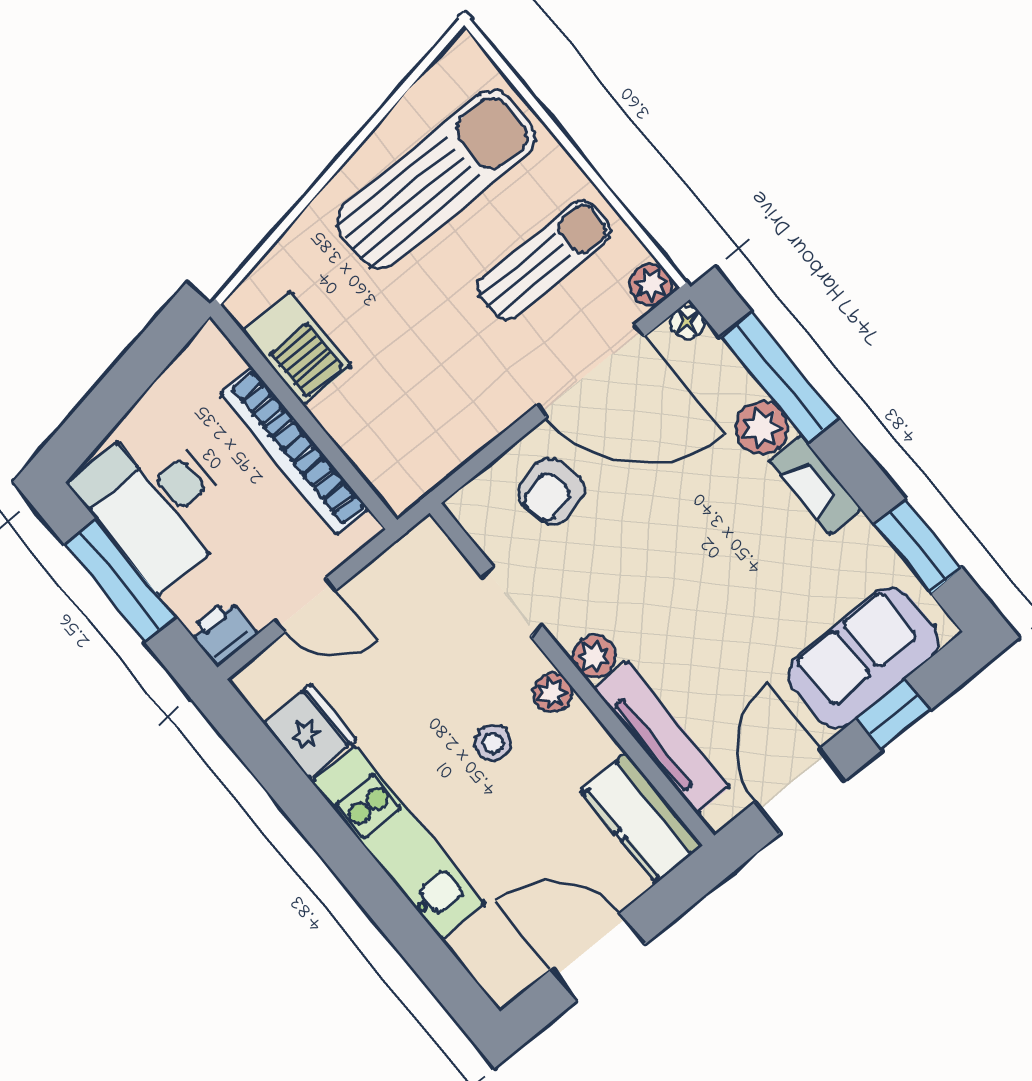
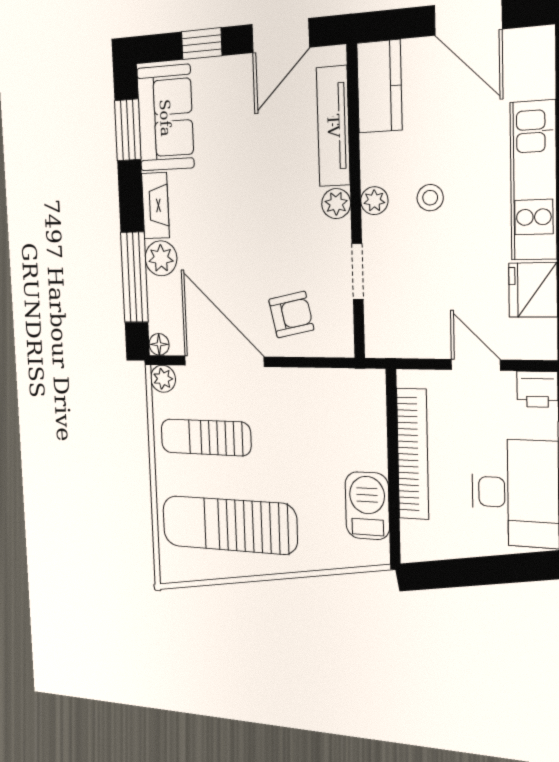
sofa: (864, 658) -> (165, 118), moved, turned -90

